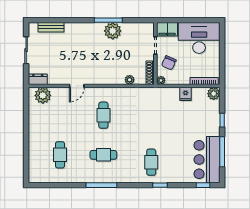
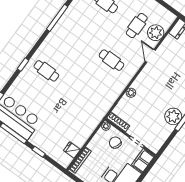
plant: (130, 80) -> (131, 93), moved
fridge: (186, 94) -> (72, 150), moved
plant: (214, 94) -> (65, 160), removed
plant: (43, 95) -> (156, 33), moved
cafe table: (103, 155) -> (137, 25), moved

